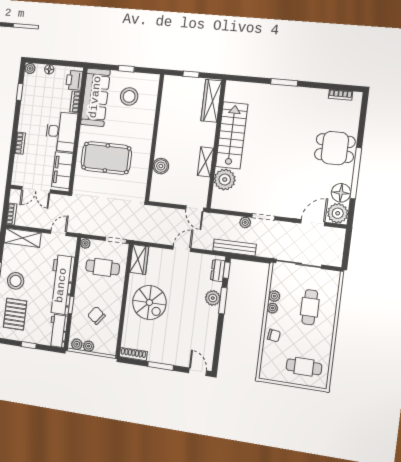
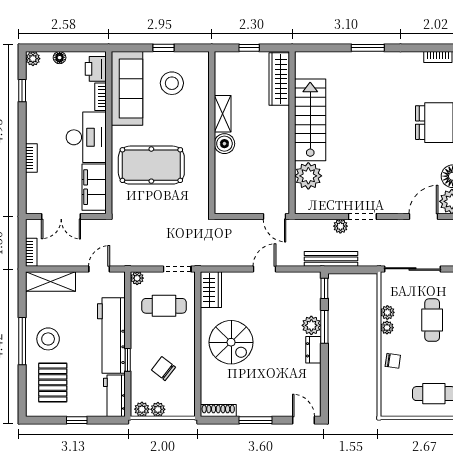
shelving: (205, 162) -> (223, 114), moved
boiler: (161, 166) -> (224, 144), moved
dresser: (218, 270) -> (313, 350), moved

